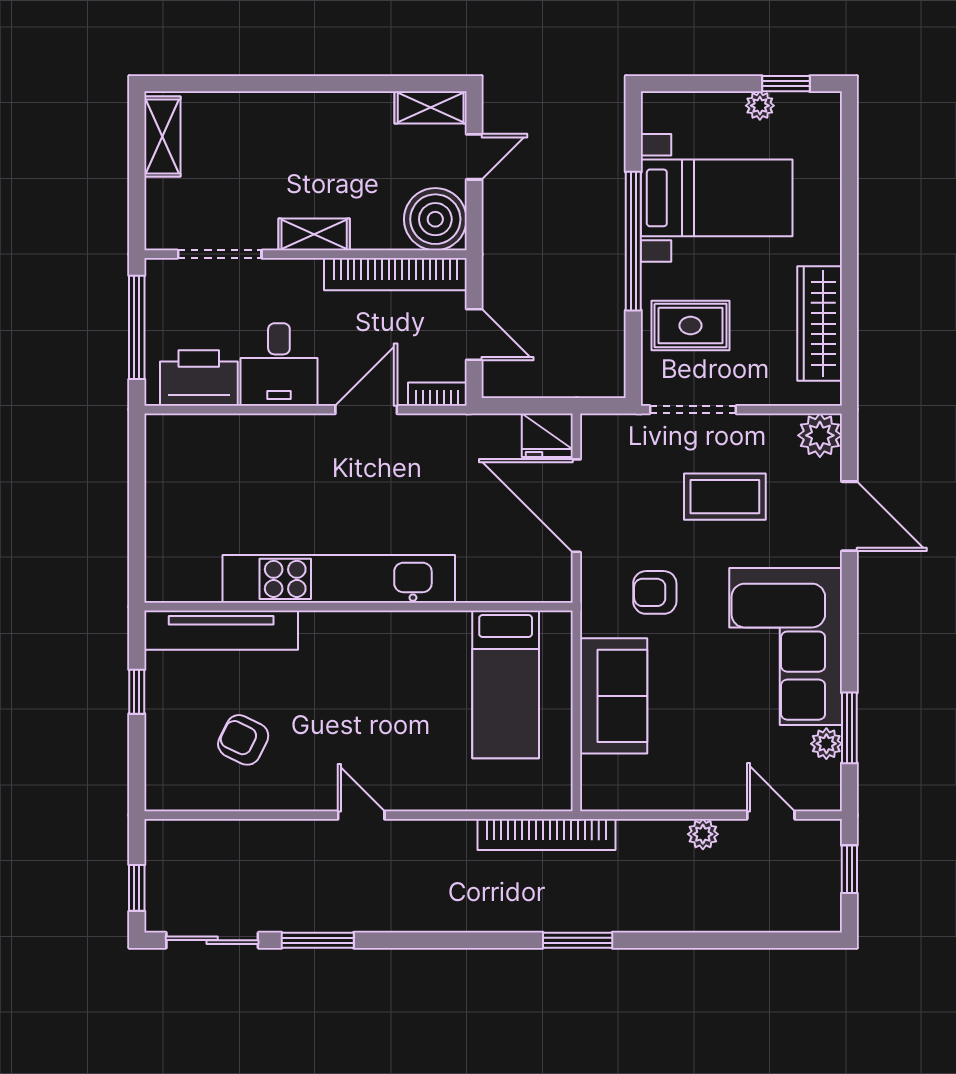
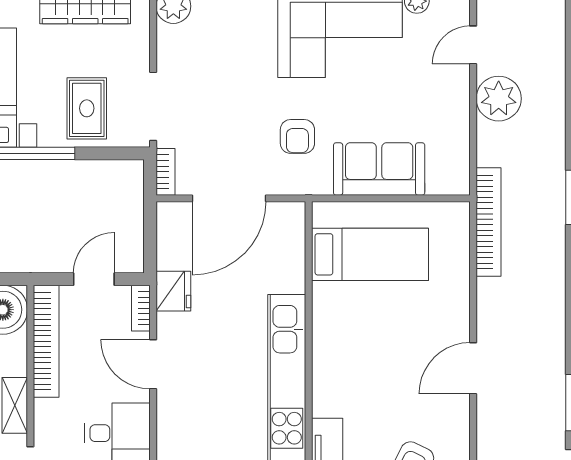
bookcase: (610, 425) -> (166, 172), added
fridge: (547, 435) -> (173, 291), moved
coffee table: (725, 497) -> (222, 81), removed
door: (361, 815) -> (473, 368), width x1.38
plant: (703, 834) -> (499, 99), width x1.88, depth x1.88

